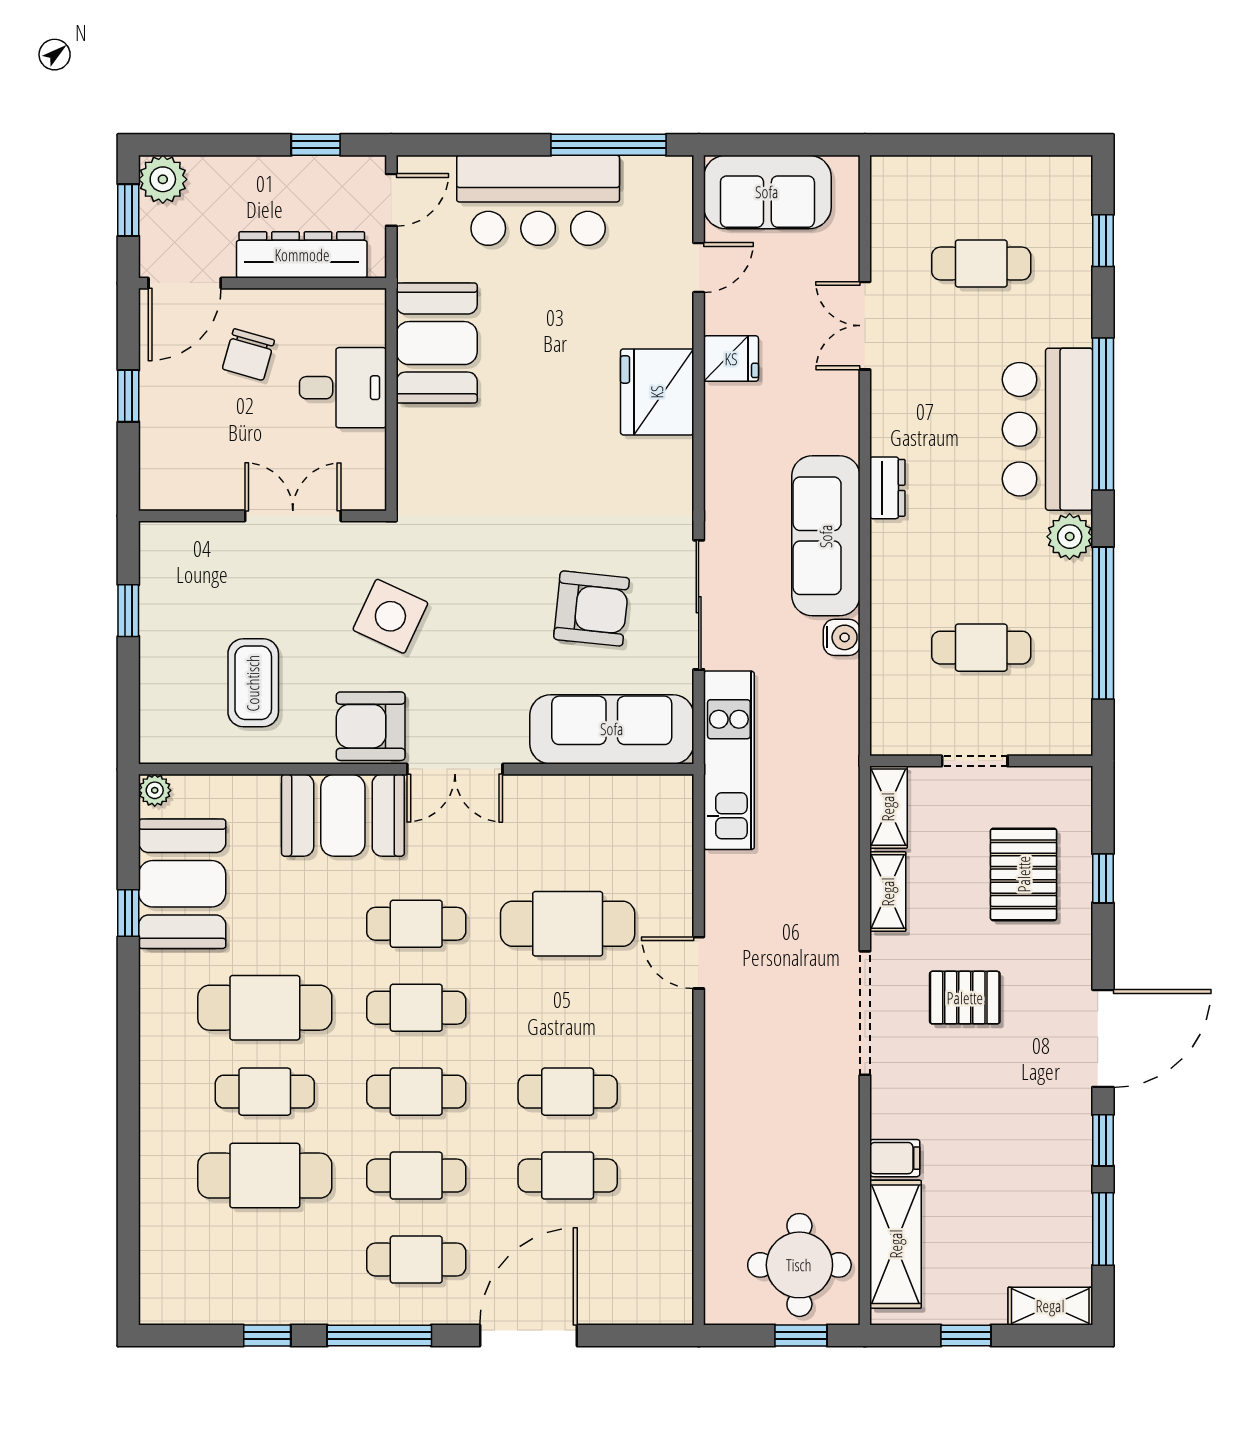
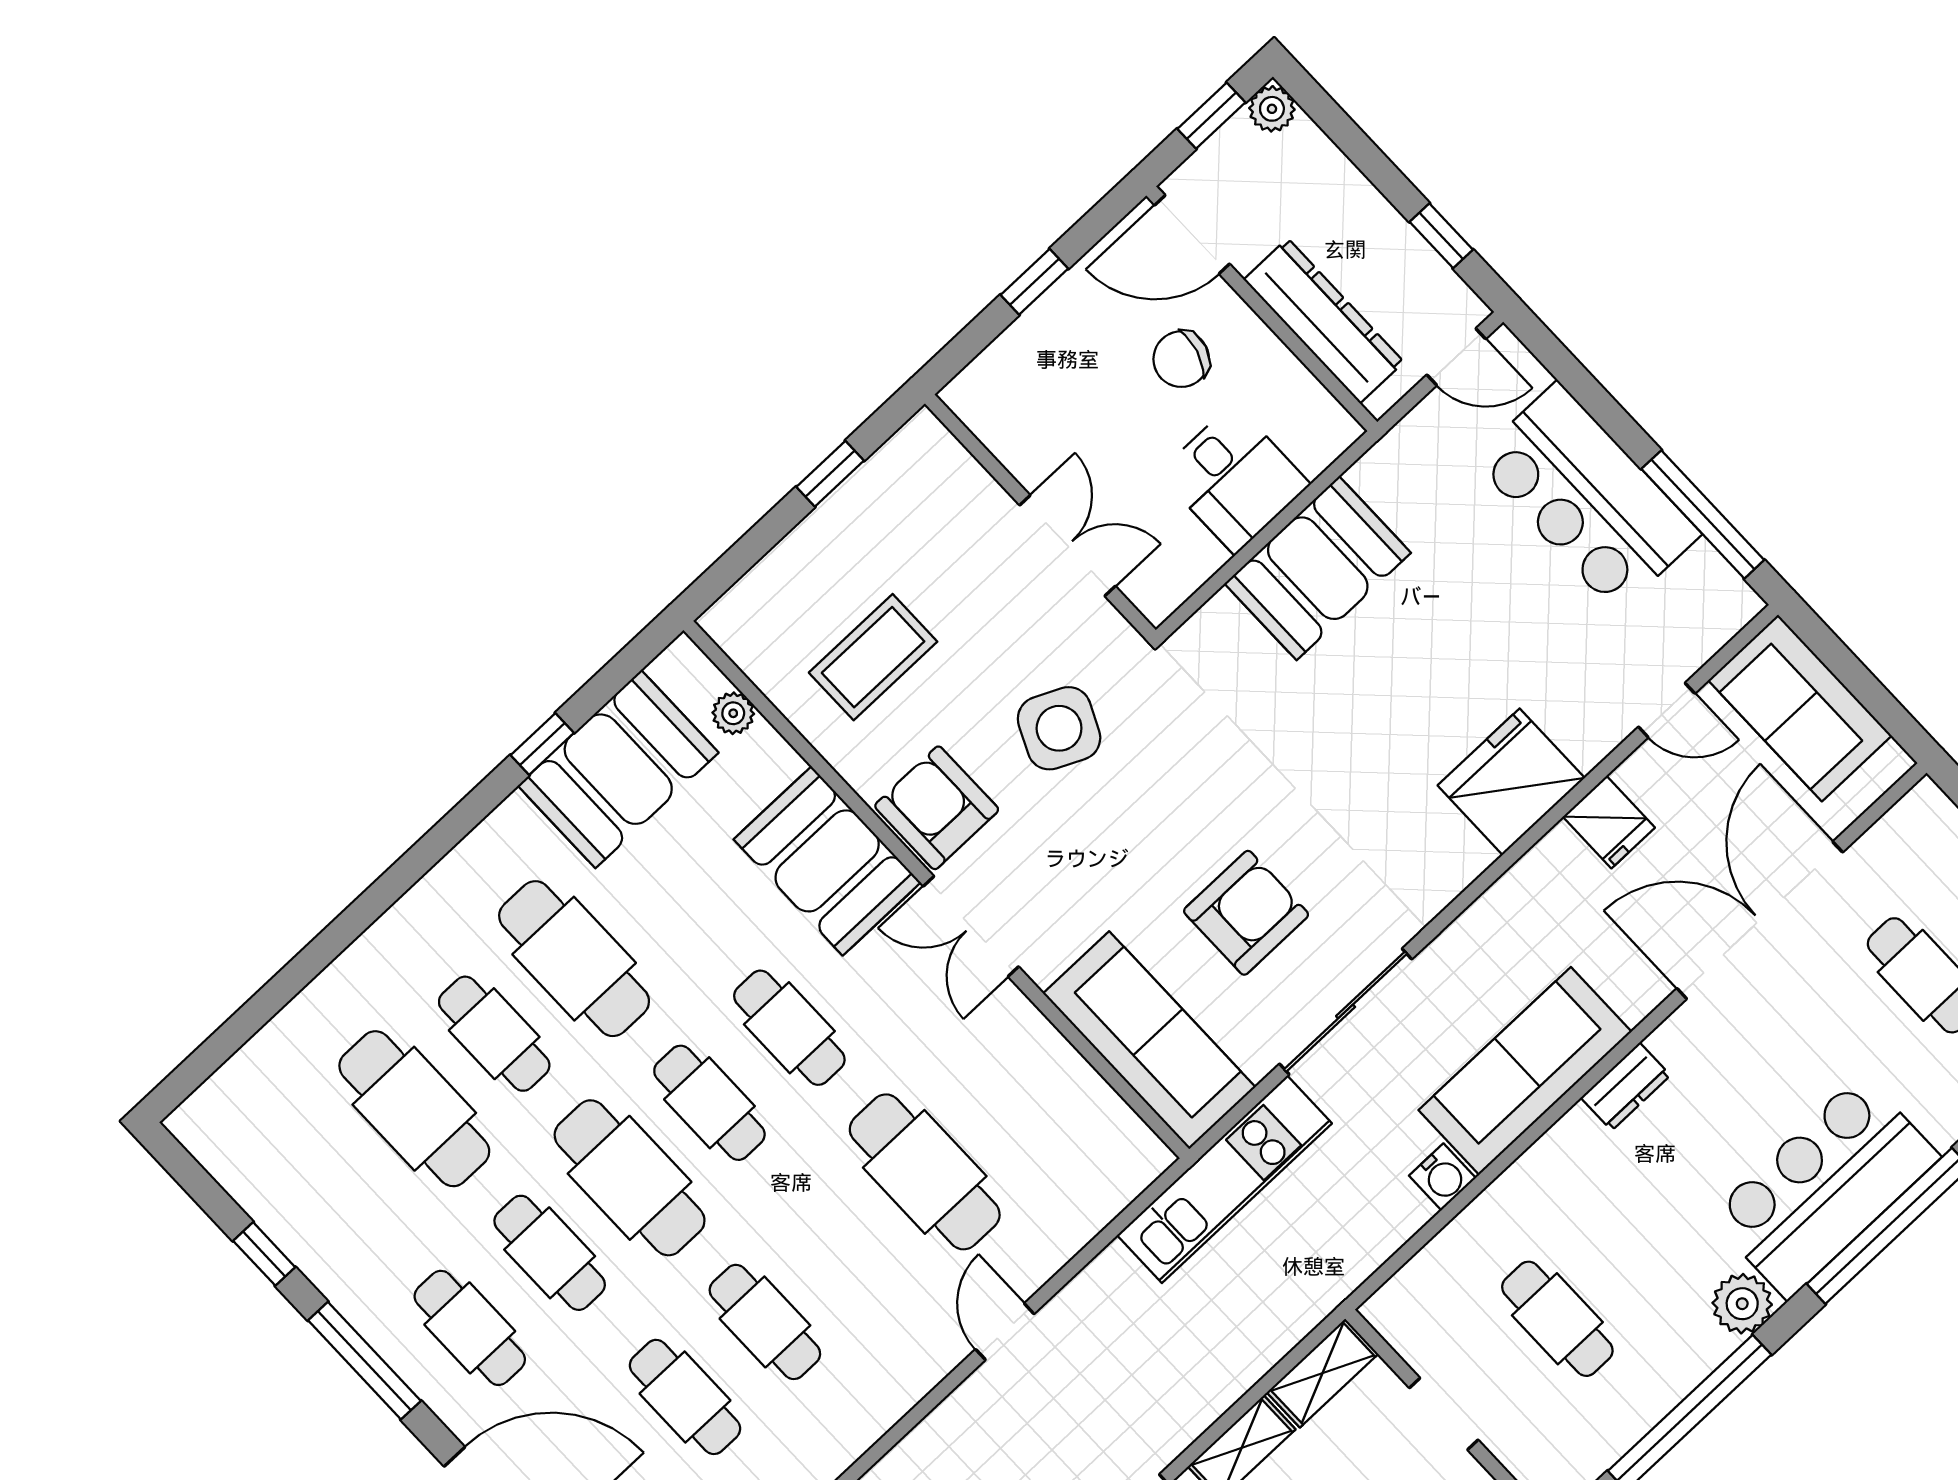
plant: (163, 179) -> (1272, 109), width x0.73, depth x0.73
double door: (865, 326) -> (1760, 920), width x1.87
booth: (437, 343) -> (1318, 568), moved
armchair: (591, 609) -> (1246, 913), turned -96
plant: (155, 790) -> (733, 713), moved
cafe table: (416, 1092) -> (630, 1178), width x1.37, depth x1.35

